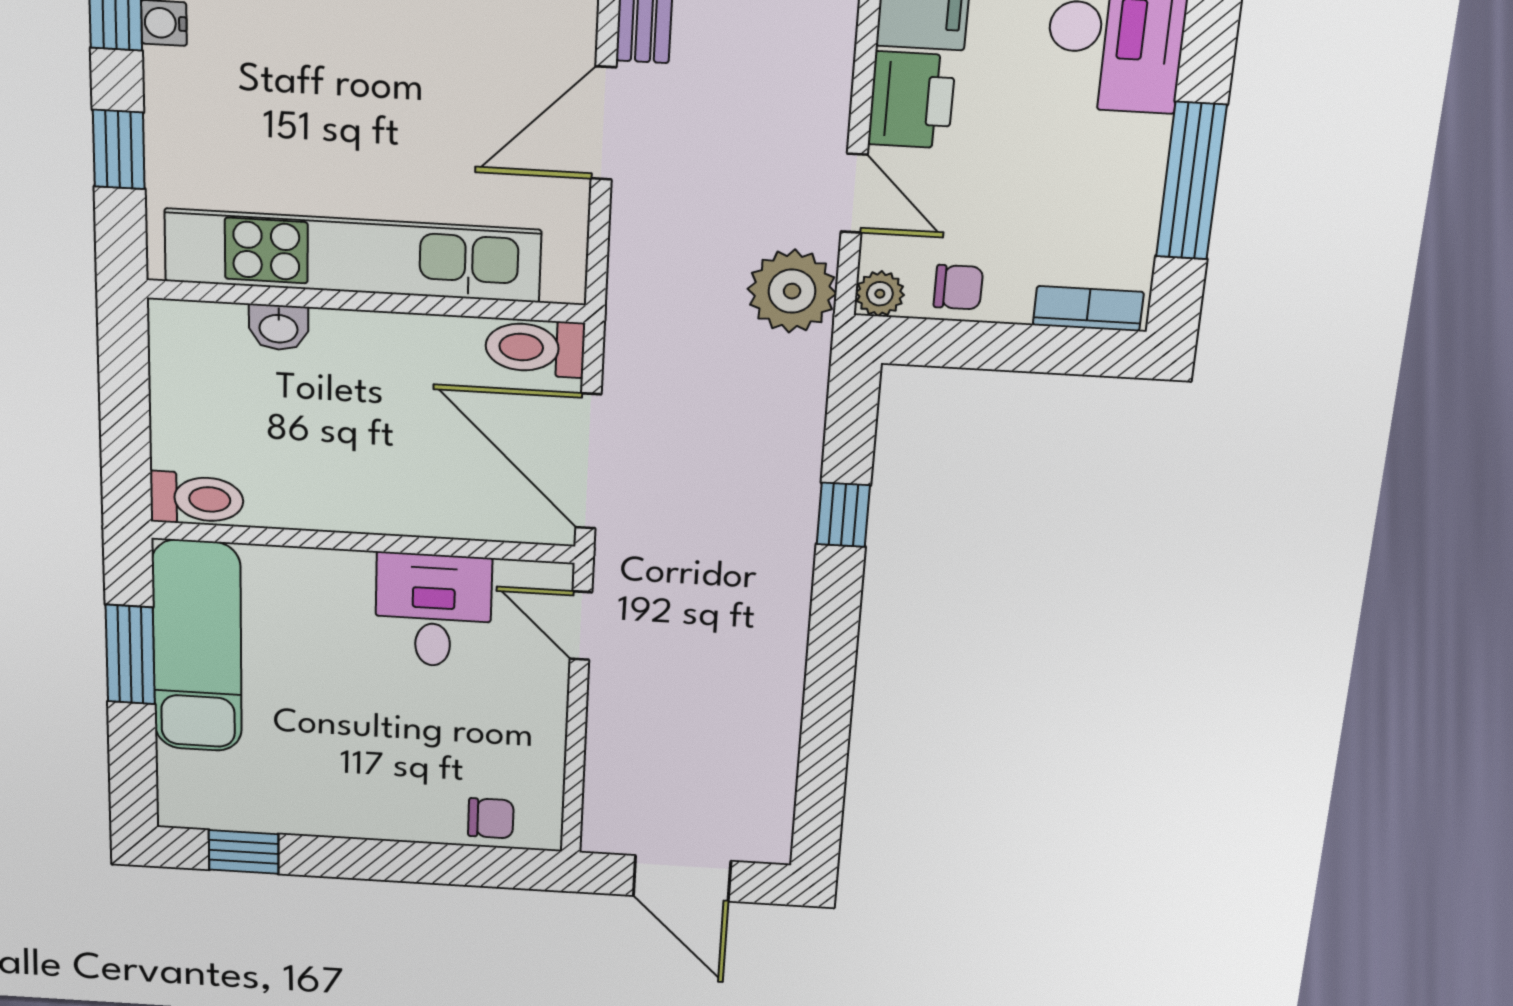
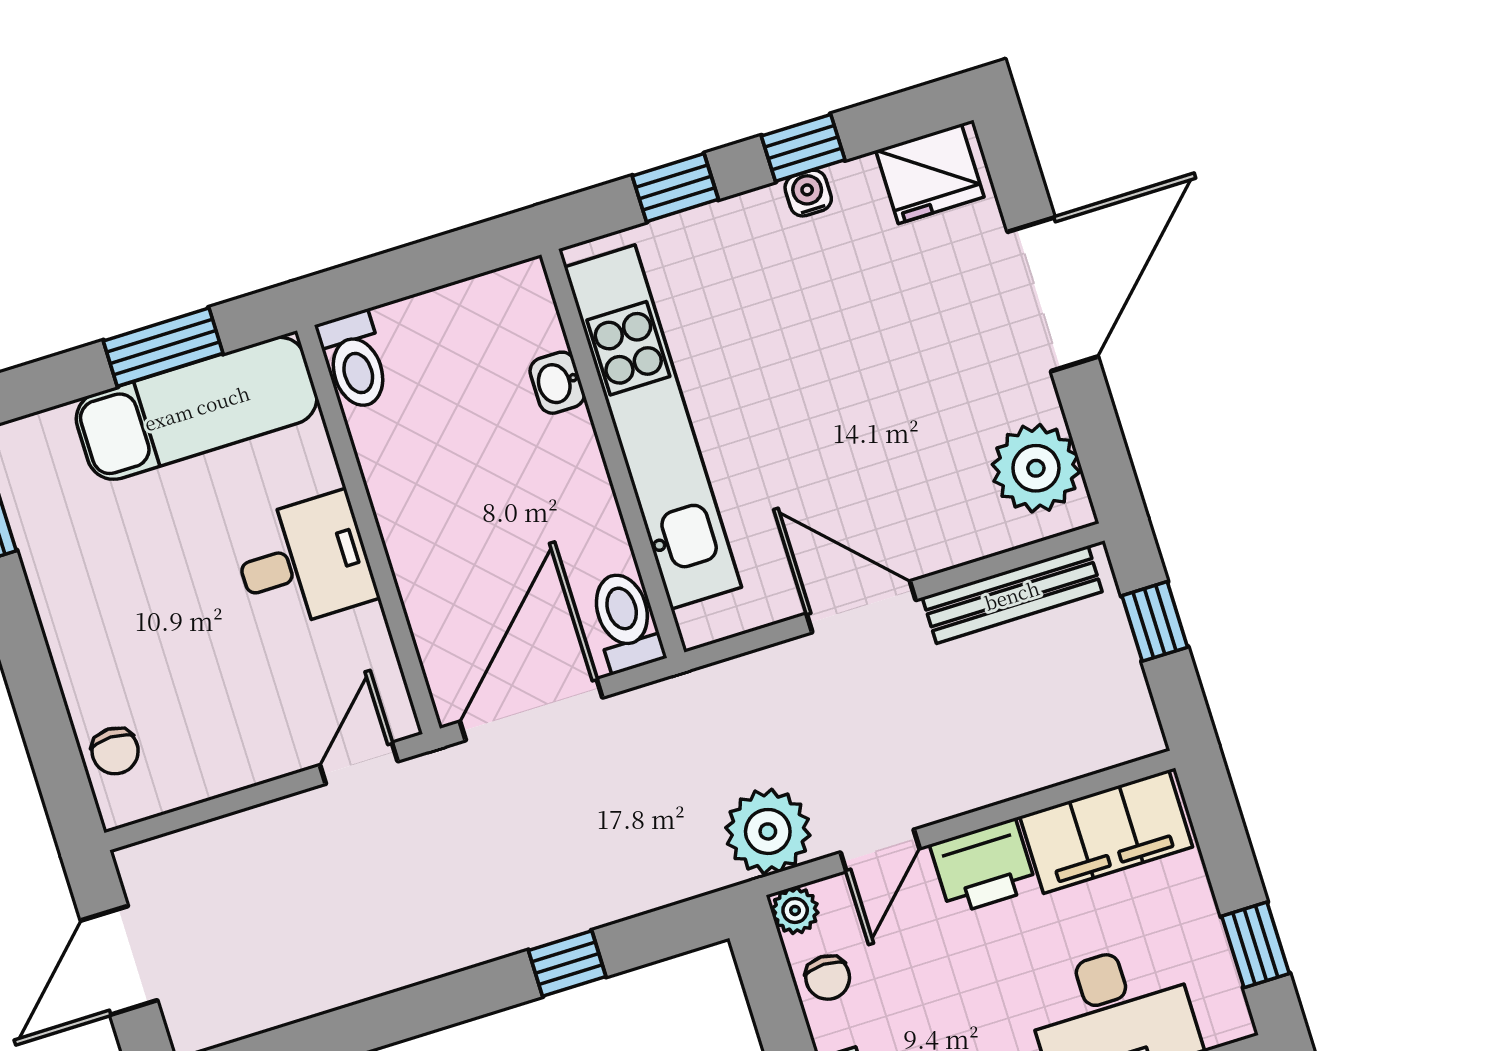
desk: (433, 610) -> (304, 561), moved

